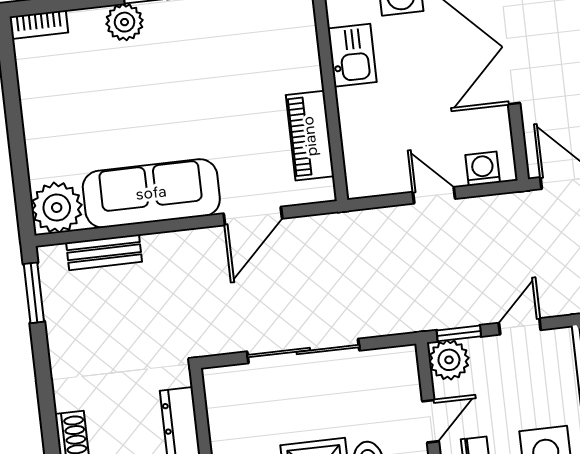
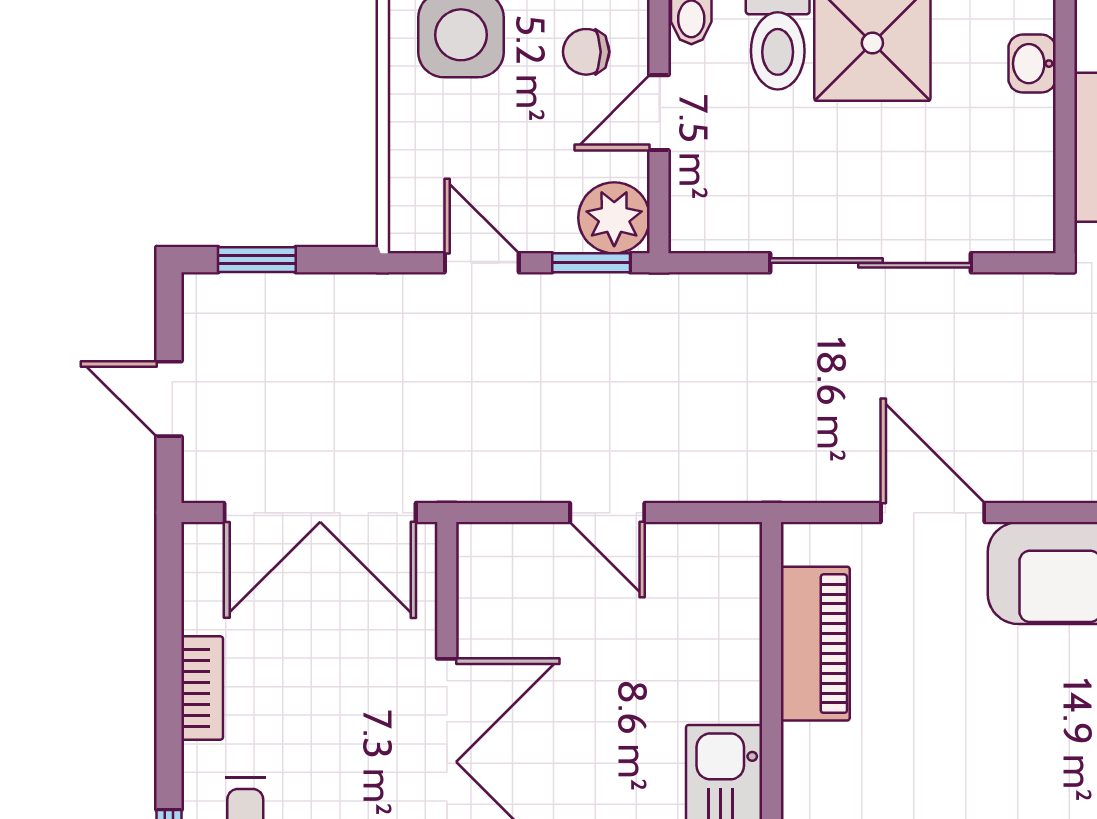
washing machine: (483, 169) -> (516, 550), removed
door: (253, 216) -> (933, 513), hinge flipped
door: (520, 326) -> (482, 263), swing flipped

